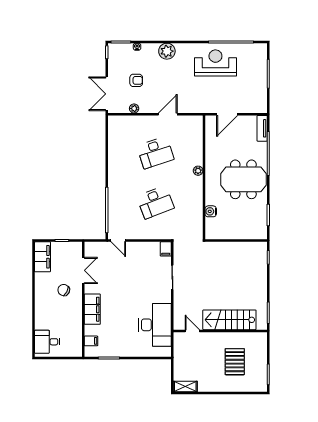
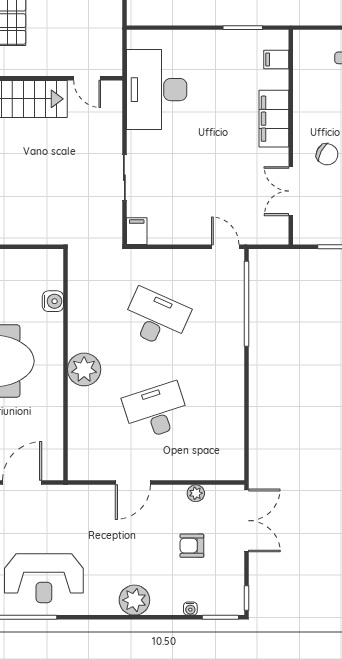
plant: (198, 171) -> (84, 369), width x1.87, depth x1.87
desk: (155, 202) -> (156, 318), turned 45

